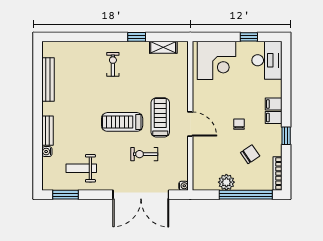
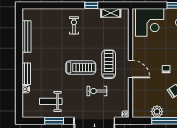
treadmill: (122, 122) -> (81, 68), turned 180
window: (66, 195) -> (54, 121), moved

